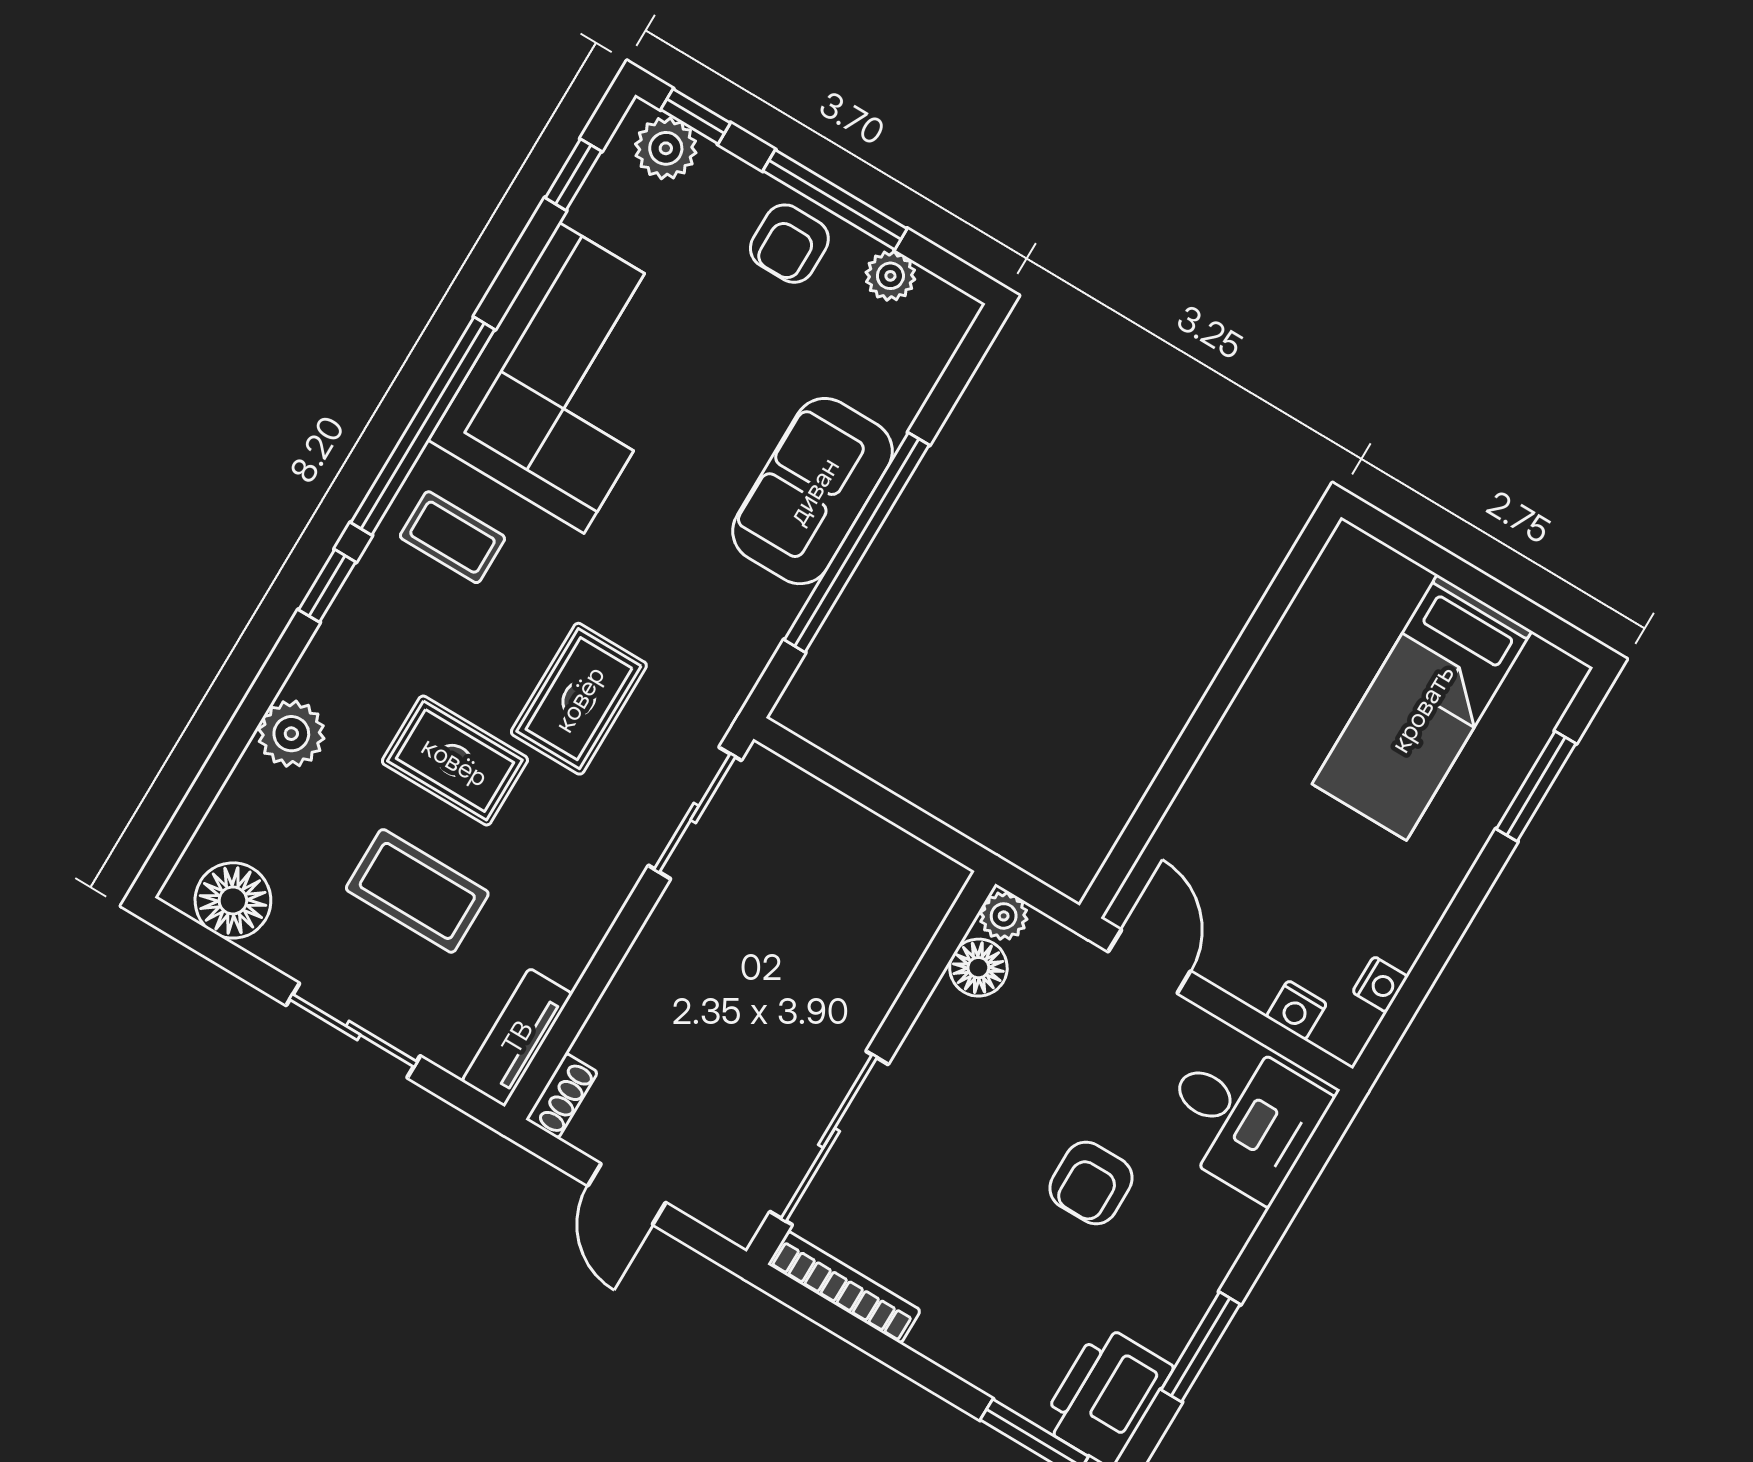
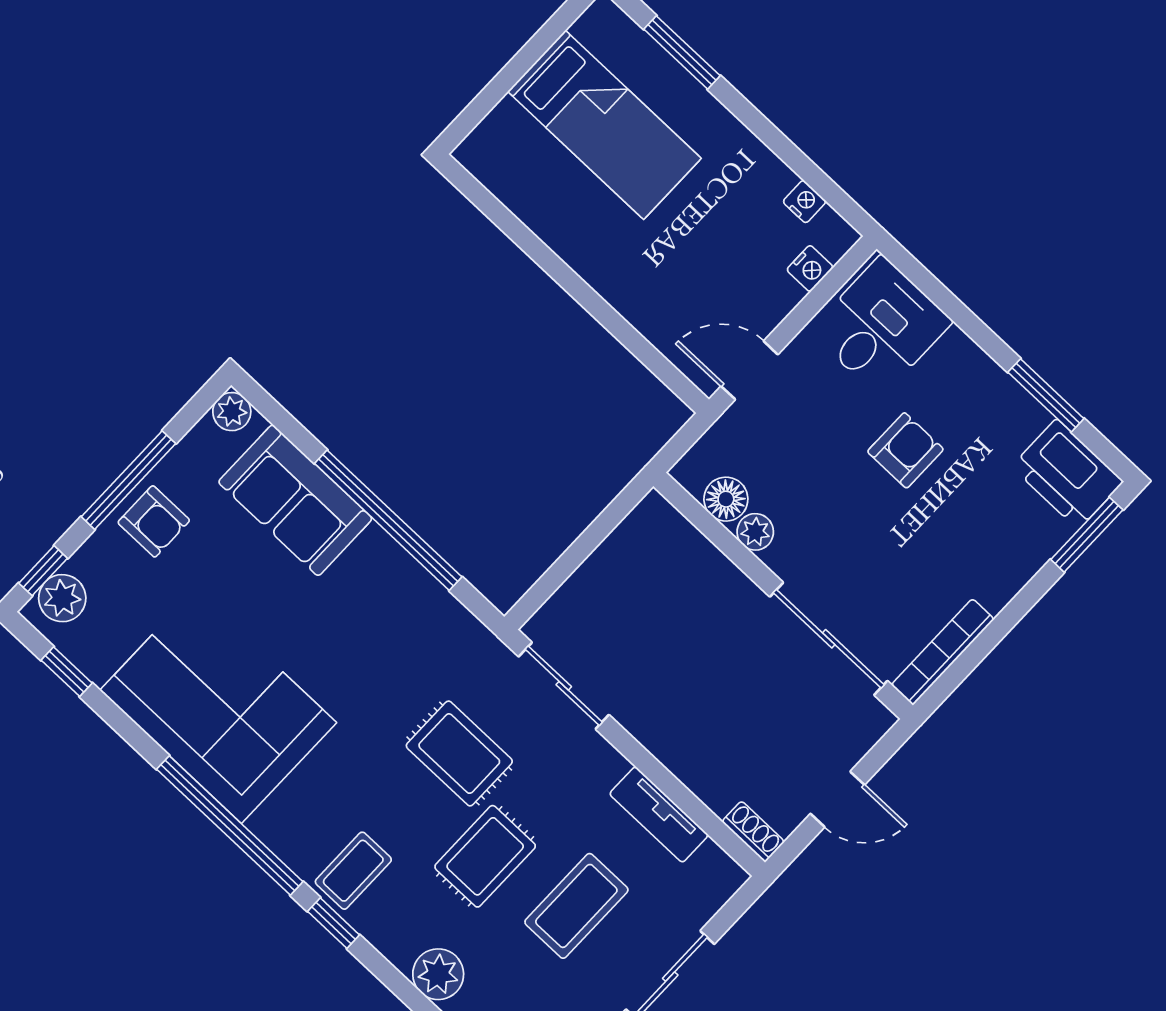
plant: (890, 276) -> (232, 412), moved
sofa: (813, 491) -> (295, 500), moved
coffee table: (452, 537) -> (353, 871), moved
plant: (1004, 916) -> (755, 532), moved
tv unit: (517, 1037) -> (659, 814), moved
armchair: (1091, 1183) -> (905, 450), turned -90

